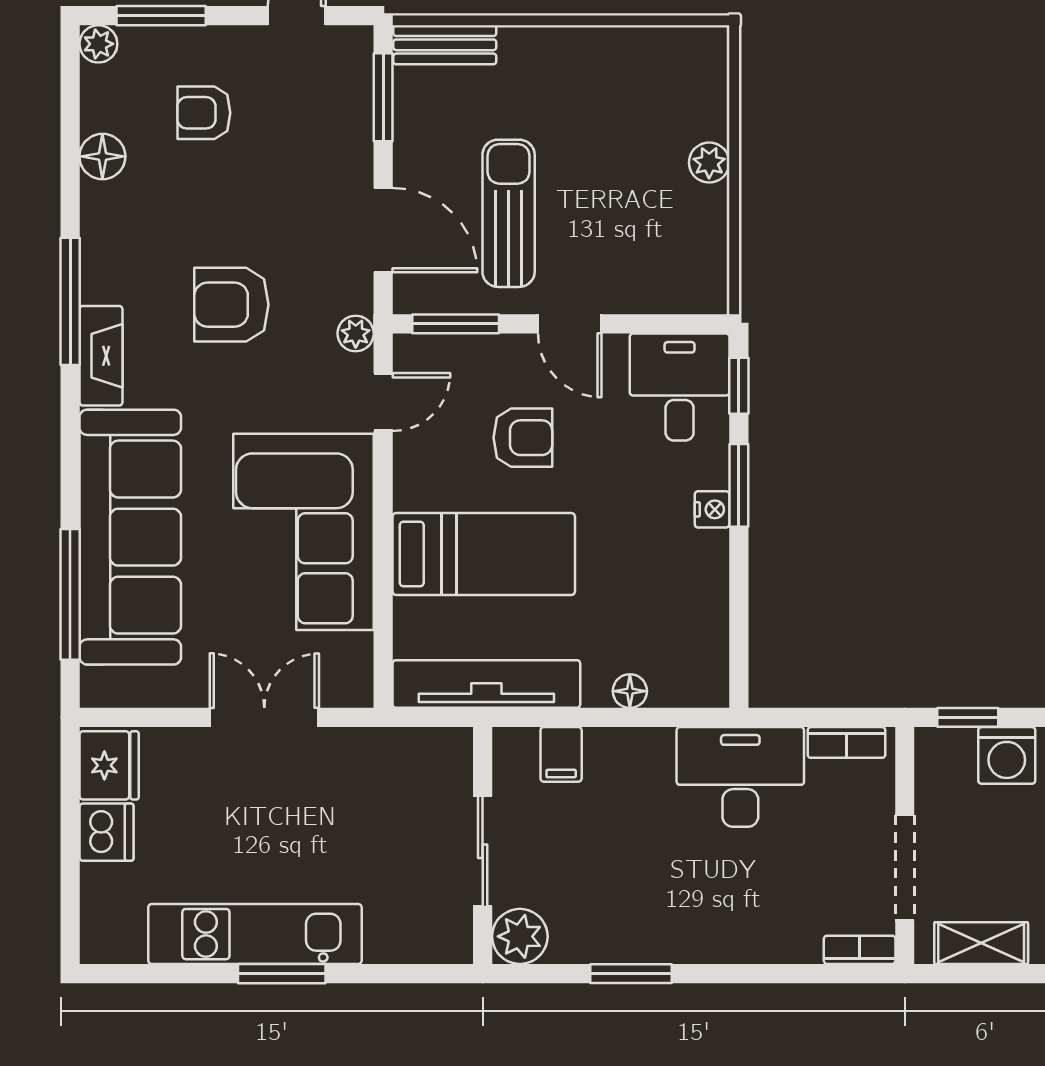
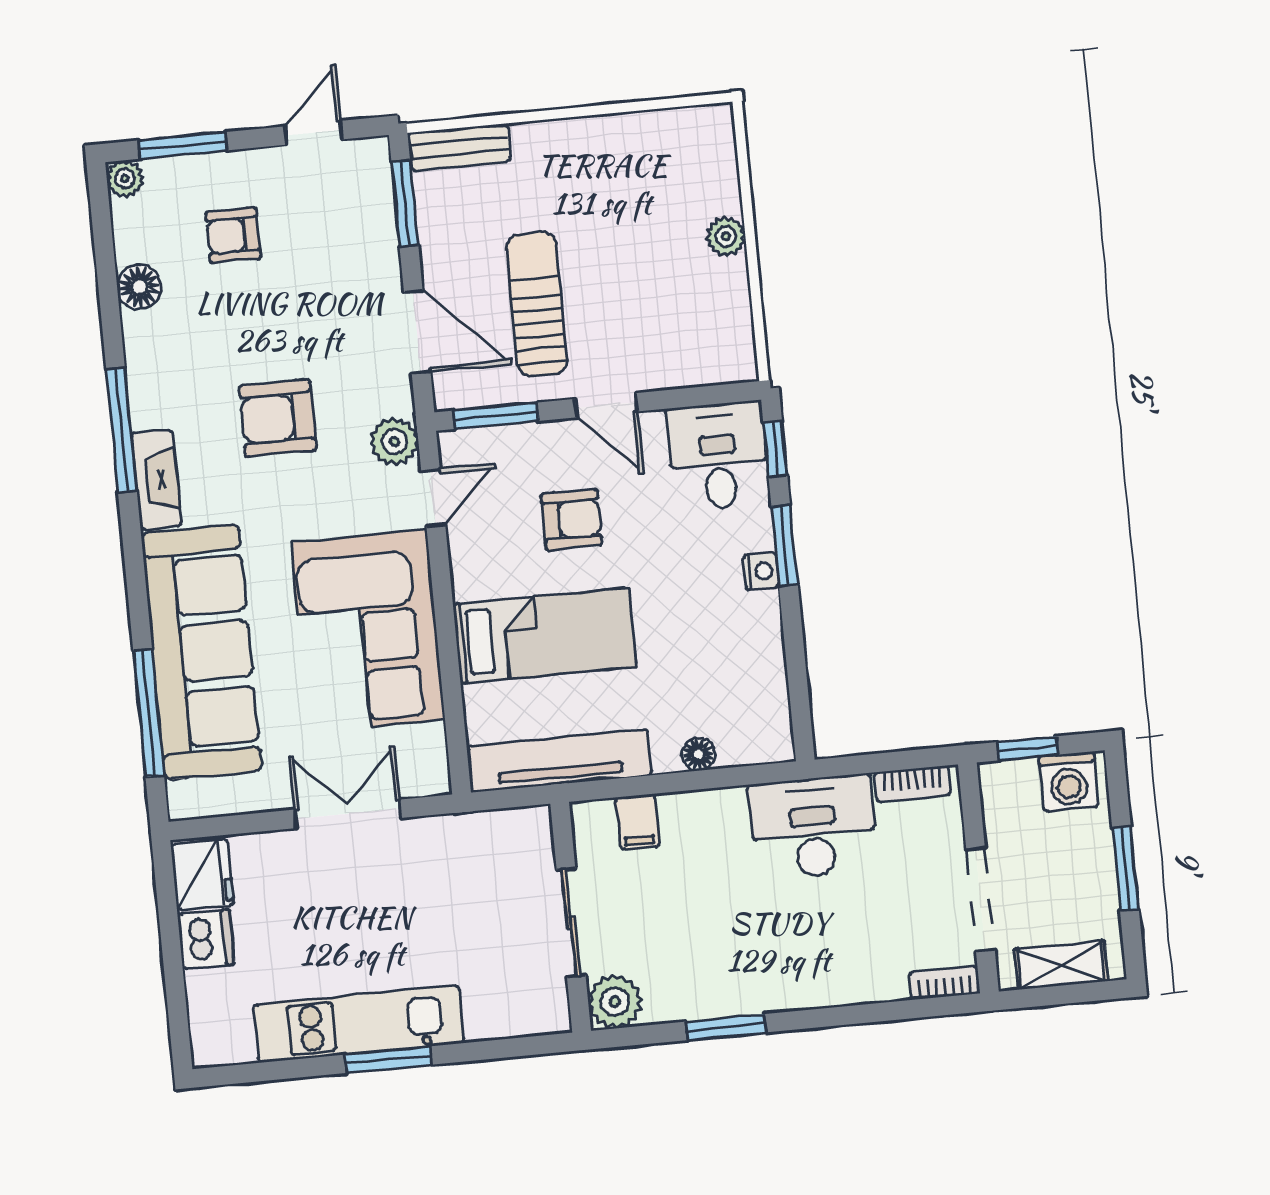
plant: (356, 333) -> (394, 441), width x1.38, depth x1.38

